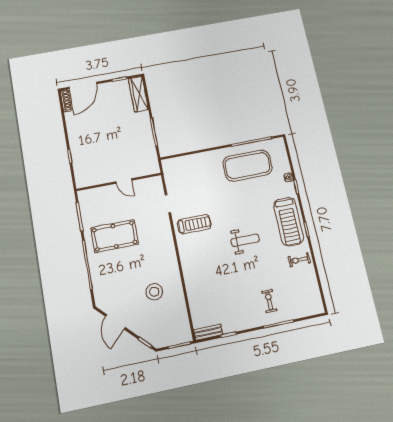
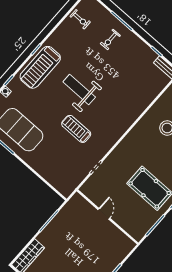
treadmill: (289, 222) -> (40, 67), turned 180
treadmill: (194, 224) -> (76, 129), moved
weight bench: (245, 240) -> (79, 90), width x1.36, depth x1.33
exercise bike: (299, 260) -> (80, 19), moved

